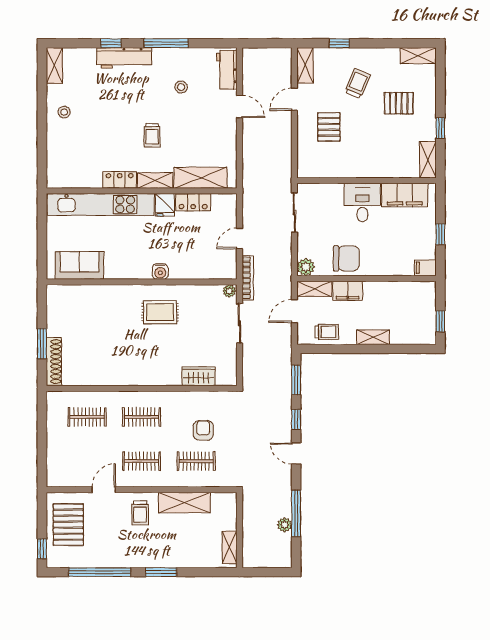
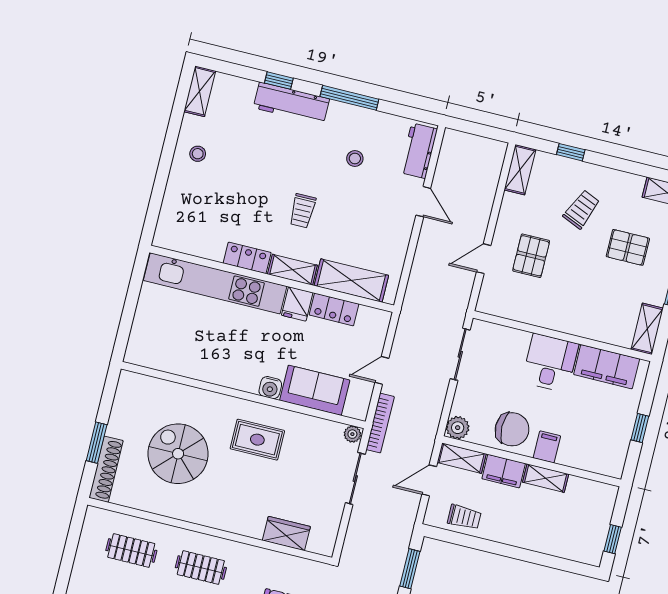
door: (294, 99) -> (484, 259), moved
sofa: (79, 265) -> (315, 390), moved
filing cabinet: (425, 268) -> (547, 447), moved, turned 90
spiral stairs: (104, 337) -> (178, 454), added
shelving: (373, 337) -> (546, 478), moved

